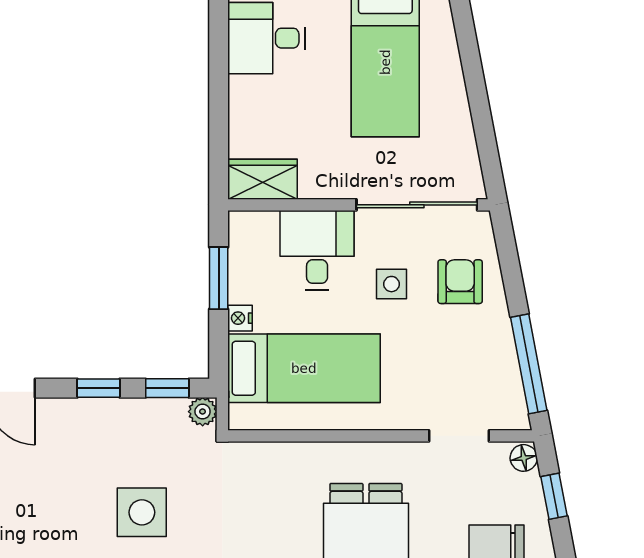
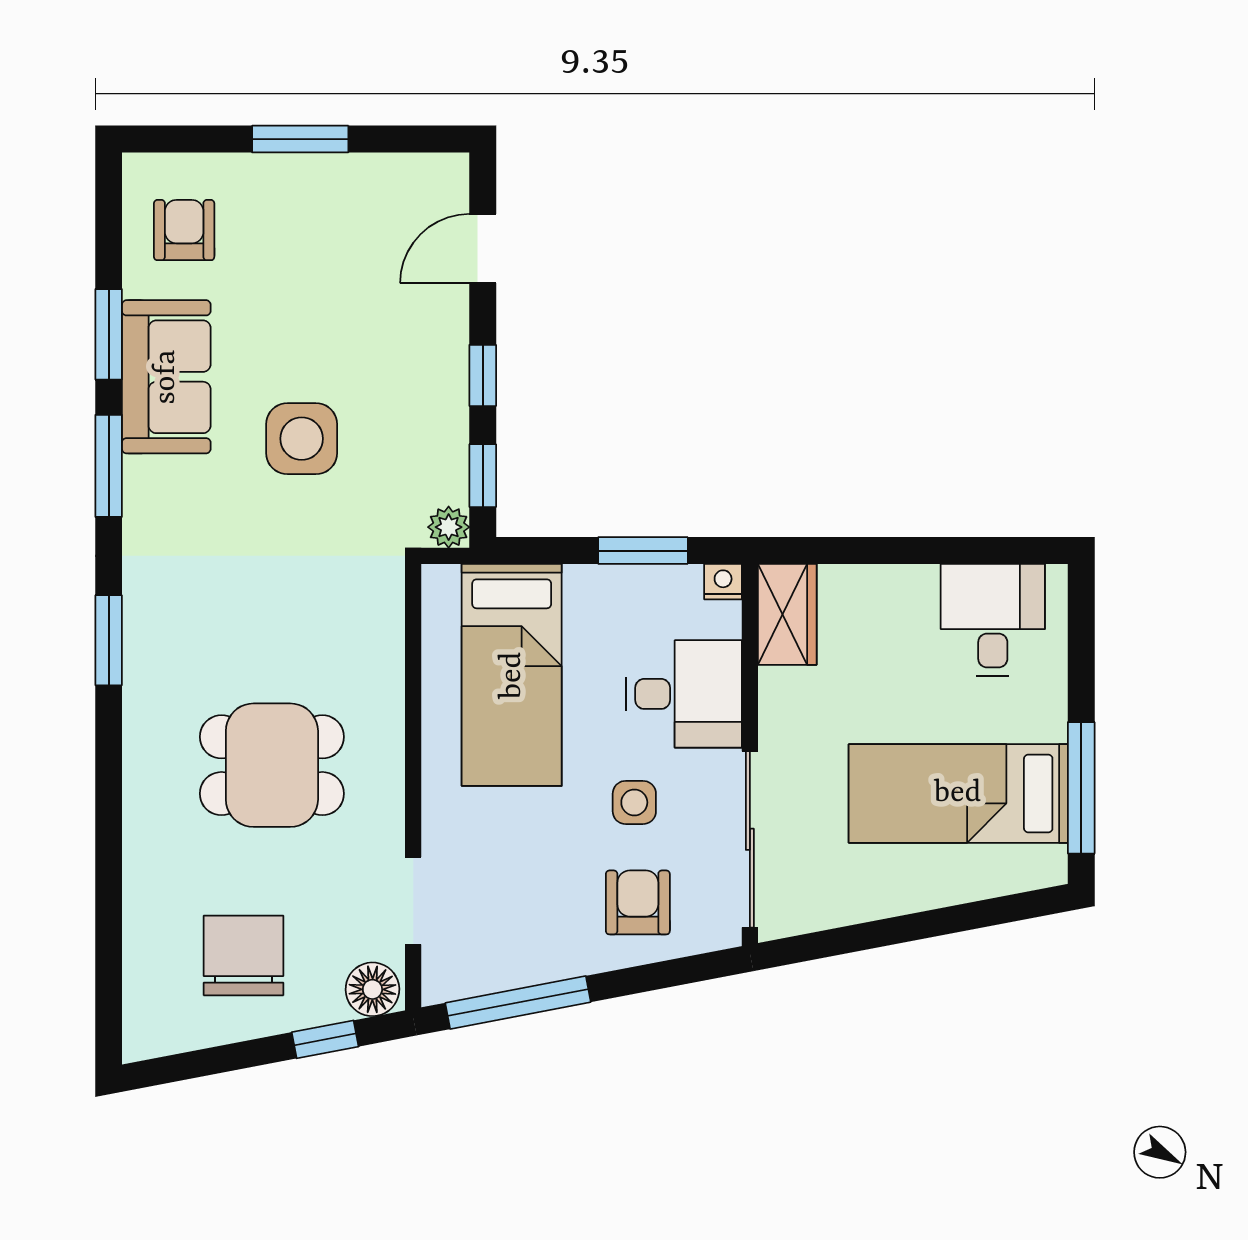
armchair: (460, 282) -> (638, 902), turned -90
nightstand: (240, 318) -> (723, 582), moved
floor lamp: (524, 458) -> (372, 989), width x1.37, depth x1.37

